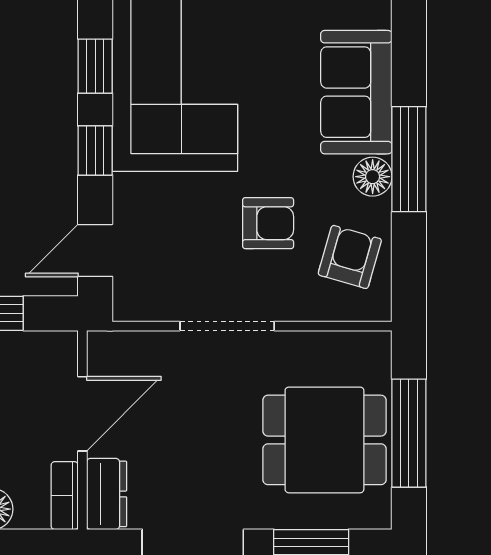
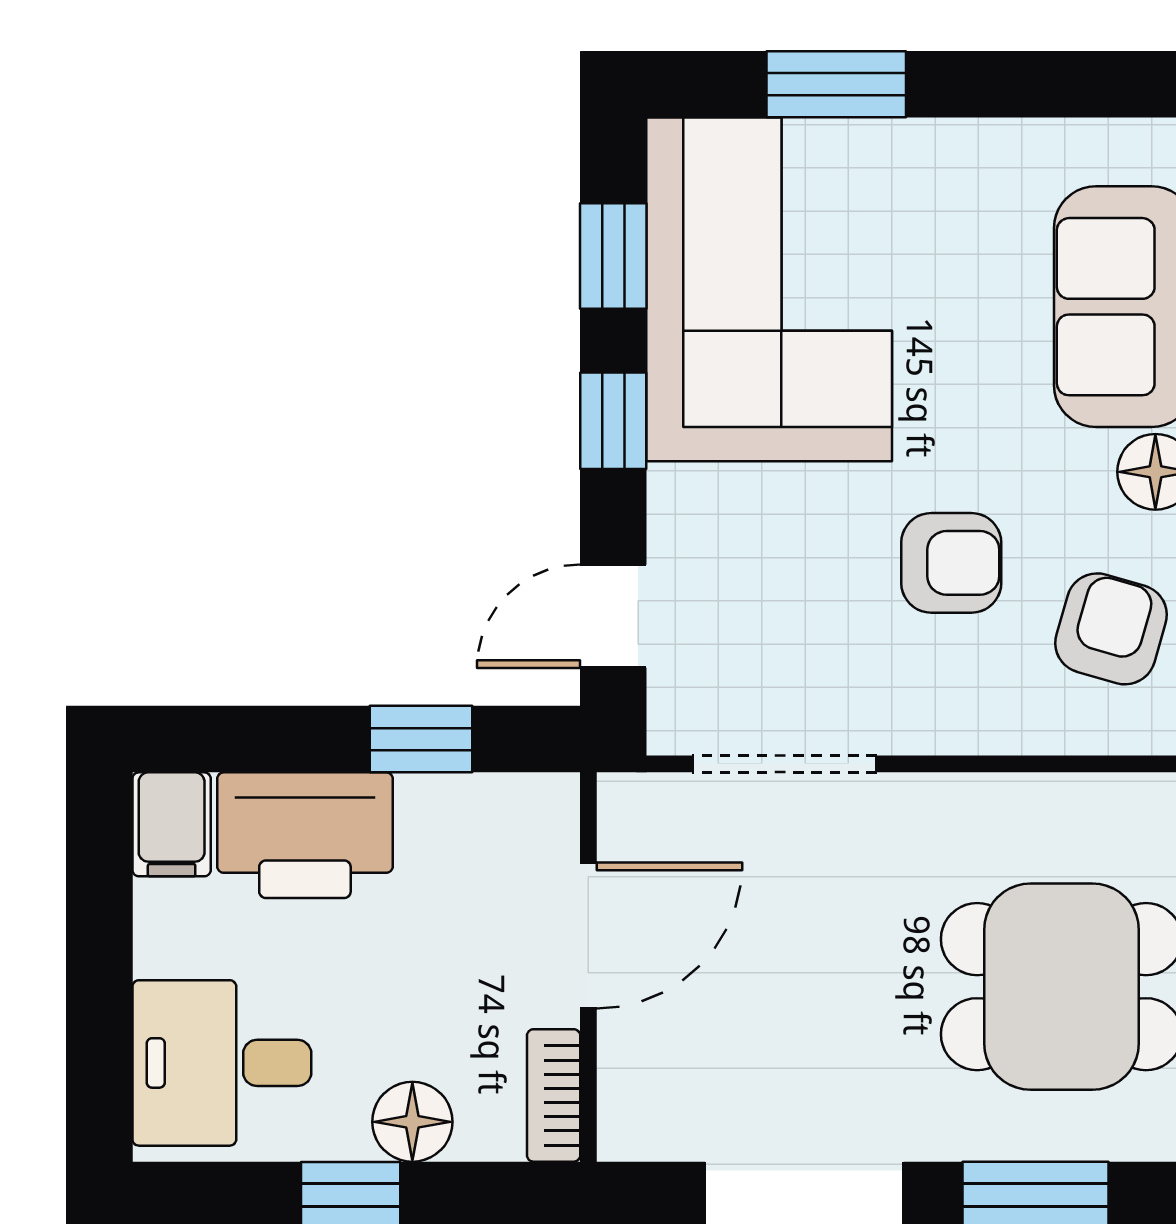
doorway: (227, 326) -> (785, 764), moved
dresser: (107, 494) -> (636, 1092), removed

